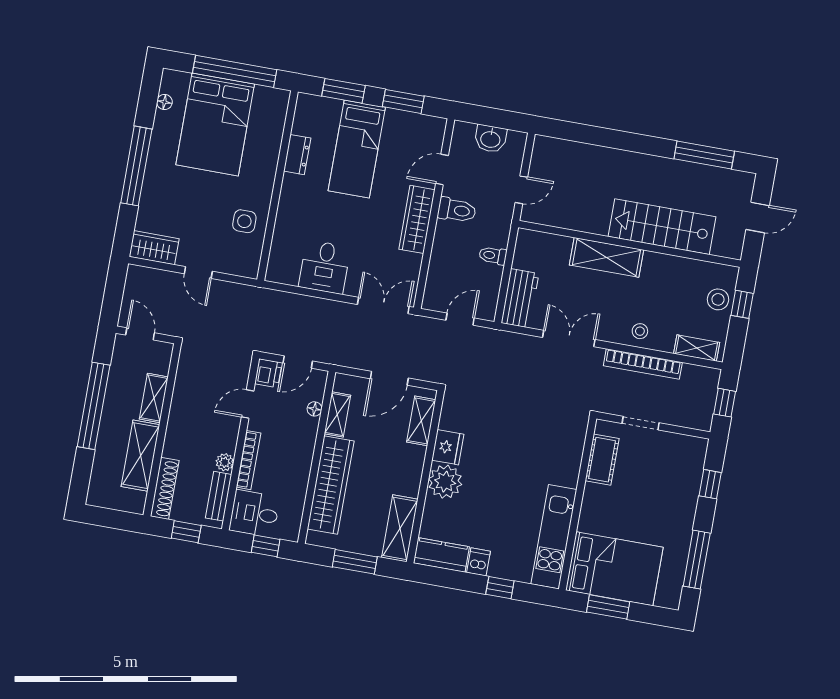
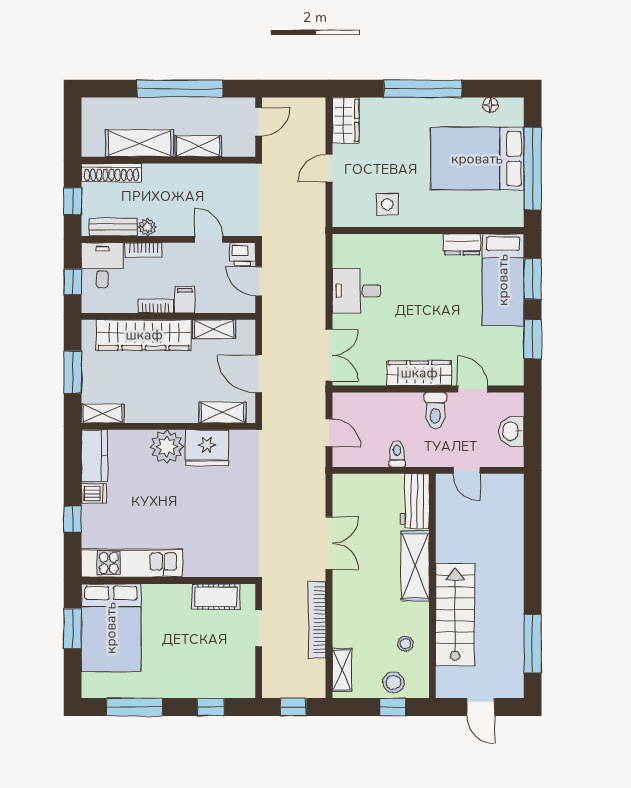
bed: (357, 149) -> (503, 280), moved, turned -90
workbench: (520, 298) -> (415, 501), moved, turned 90
stool: (640, 331) -> (405, 644), moved
floor lamp: (314, 409) -> (215, 306), removed
filing cabinet: (303, 438) -> (185, 300), added
fridge: (448, 447) -> (207, 448), width x1.36, depth x1.34
bookcase: (248, 460) -> (143, 250), width x0.64
bookcase: (304, 468) -> (155, 306), added
shelving: (400, 528) -> (103, 414), width x0.67, depth x0.75

